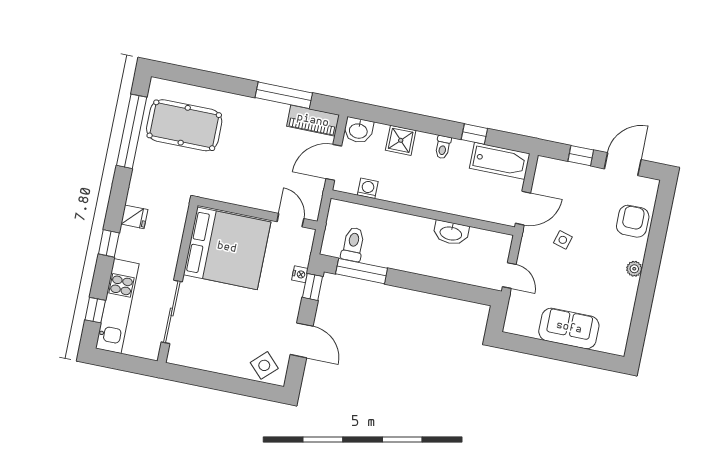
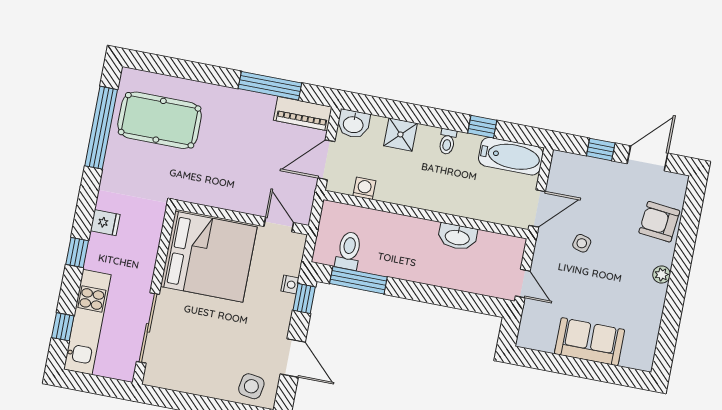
armchair: (633, 221) -> (659, 222), turned -84
side table: (264, 365) -> (251, 386), turned -37

